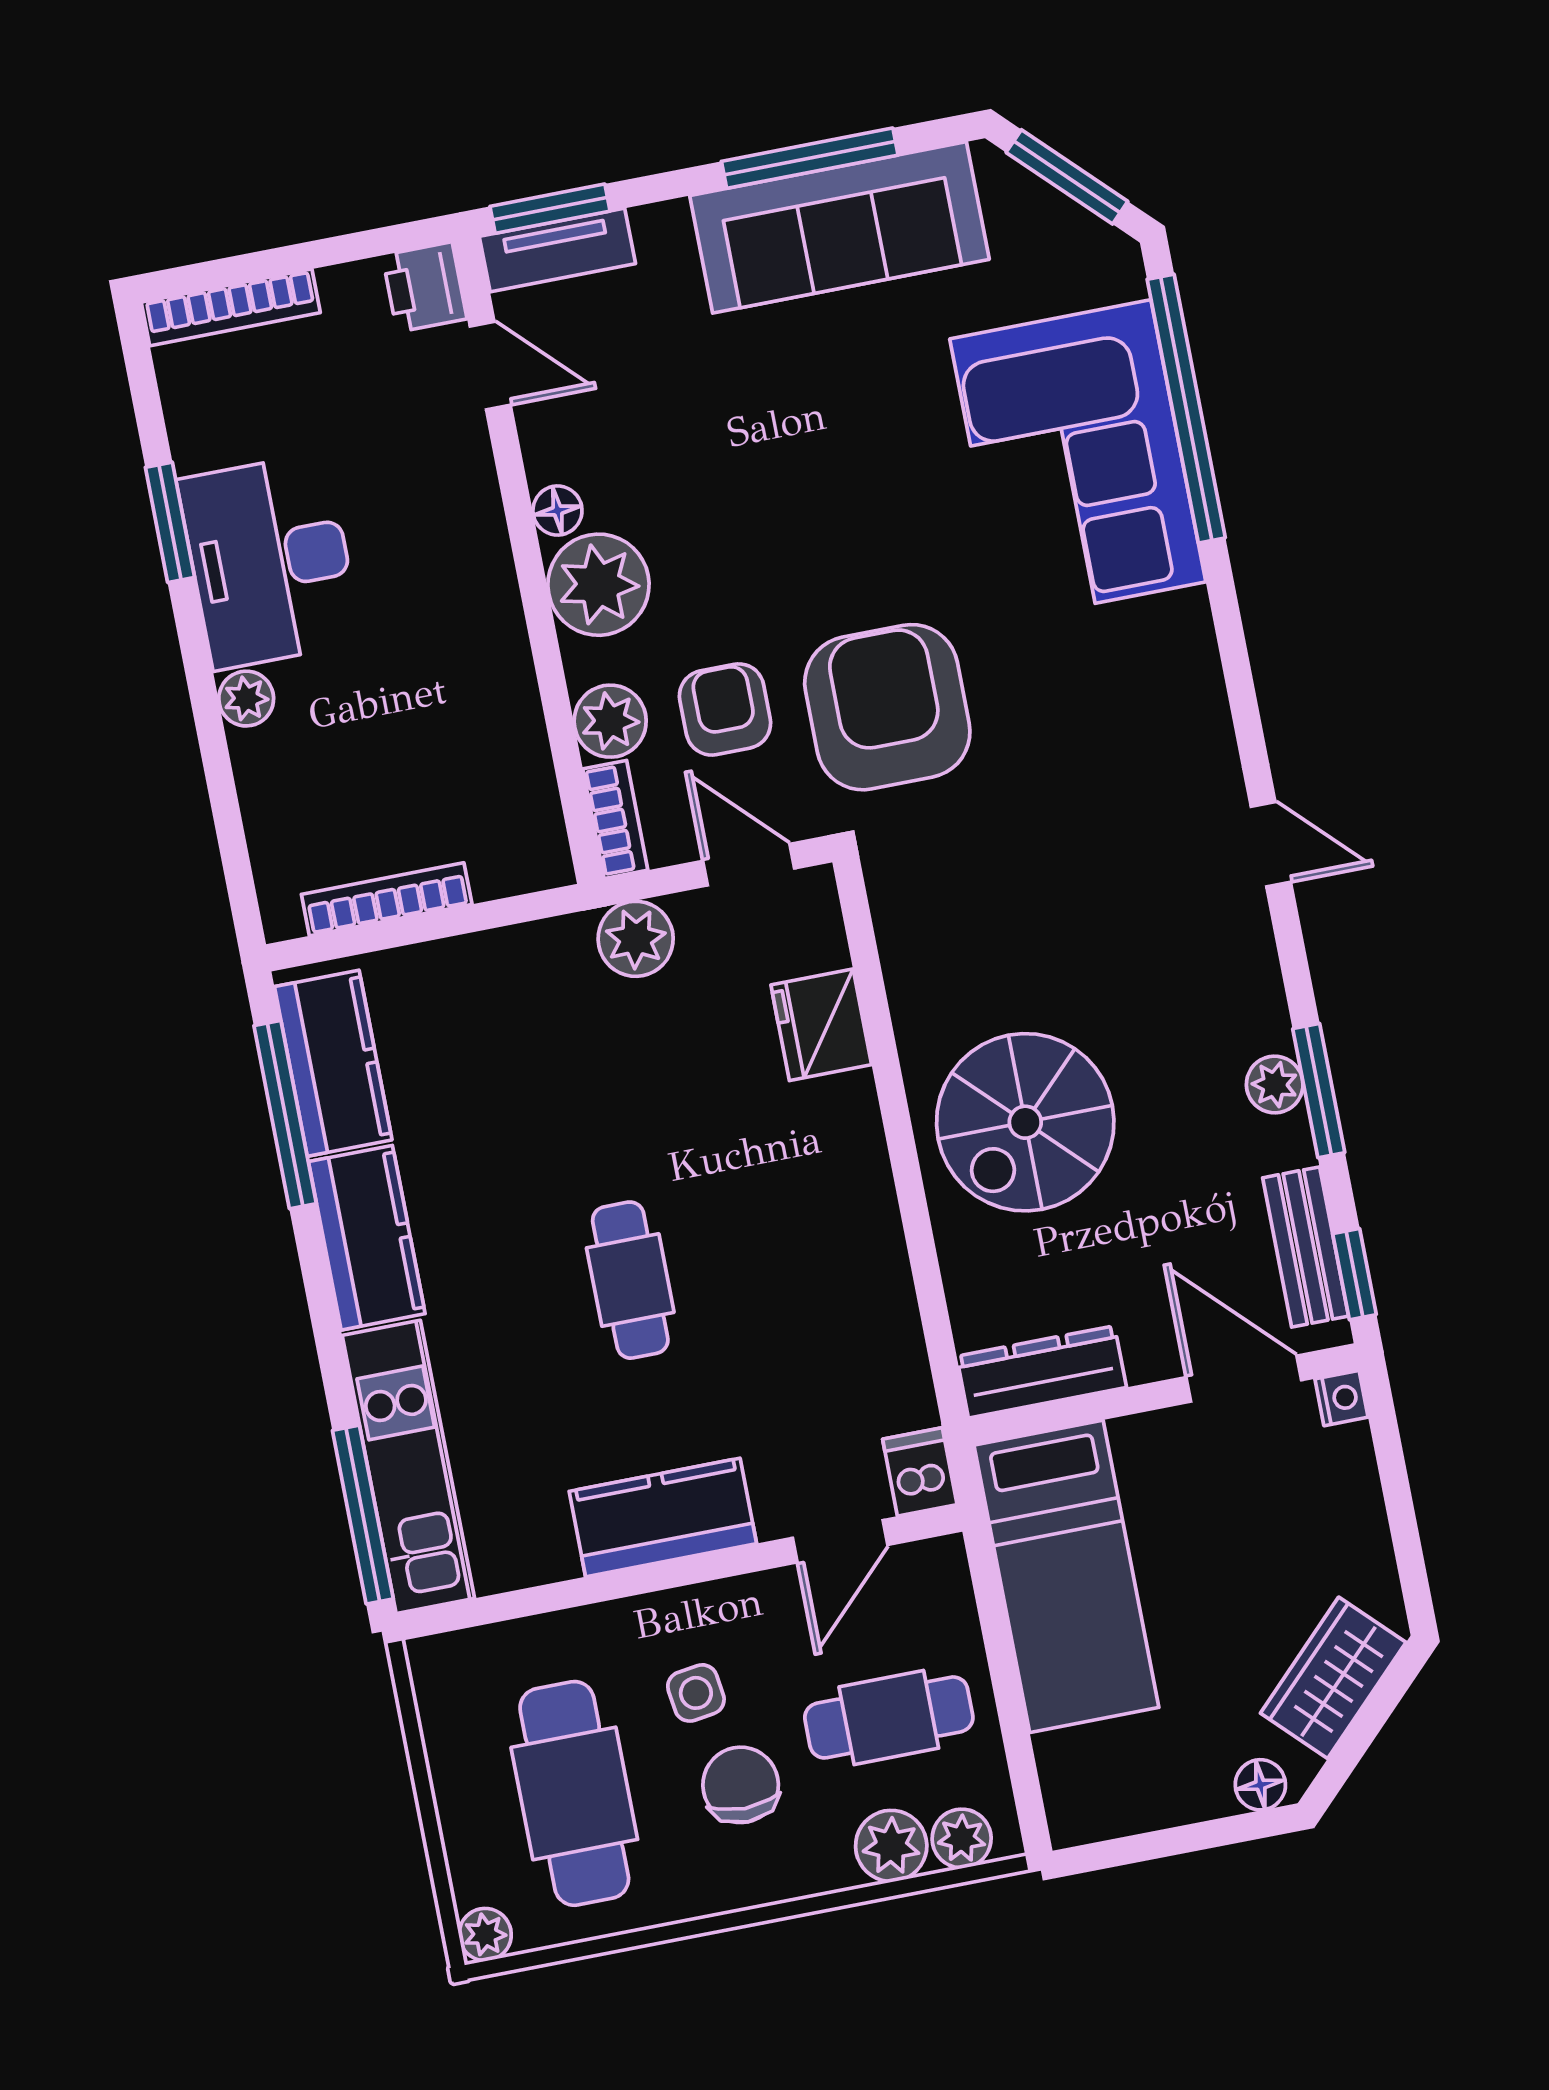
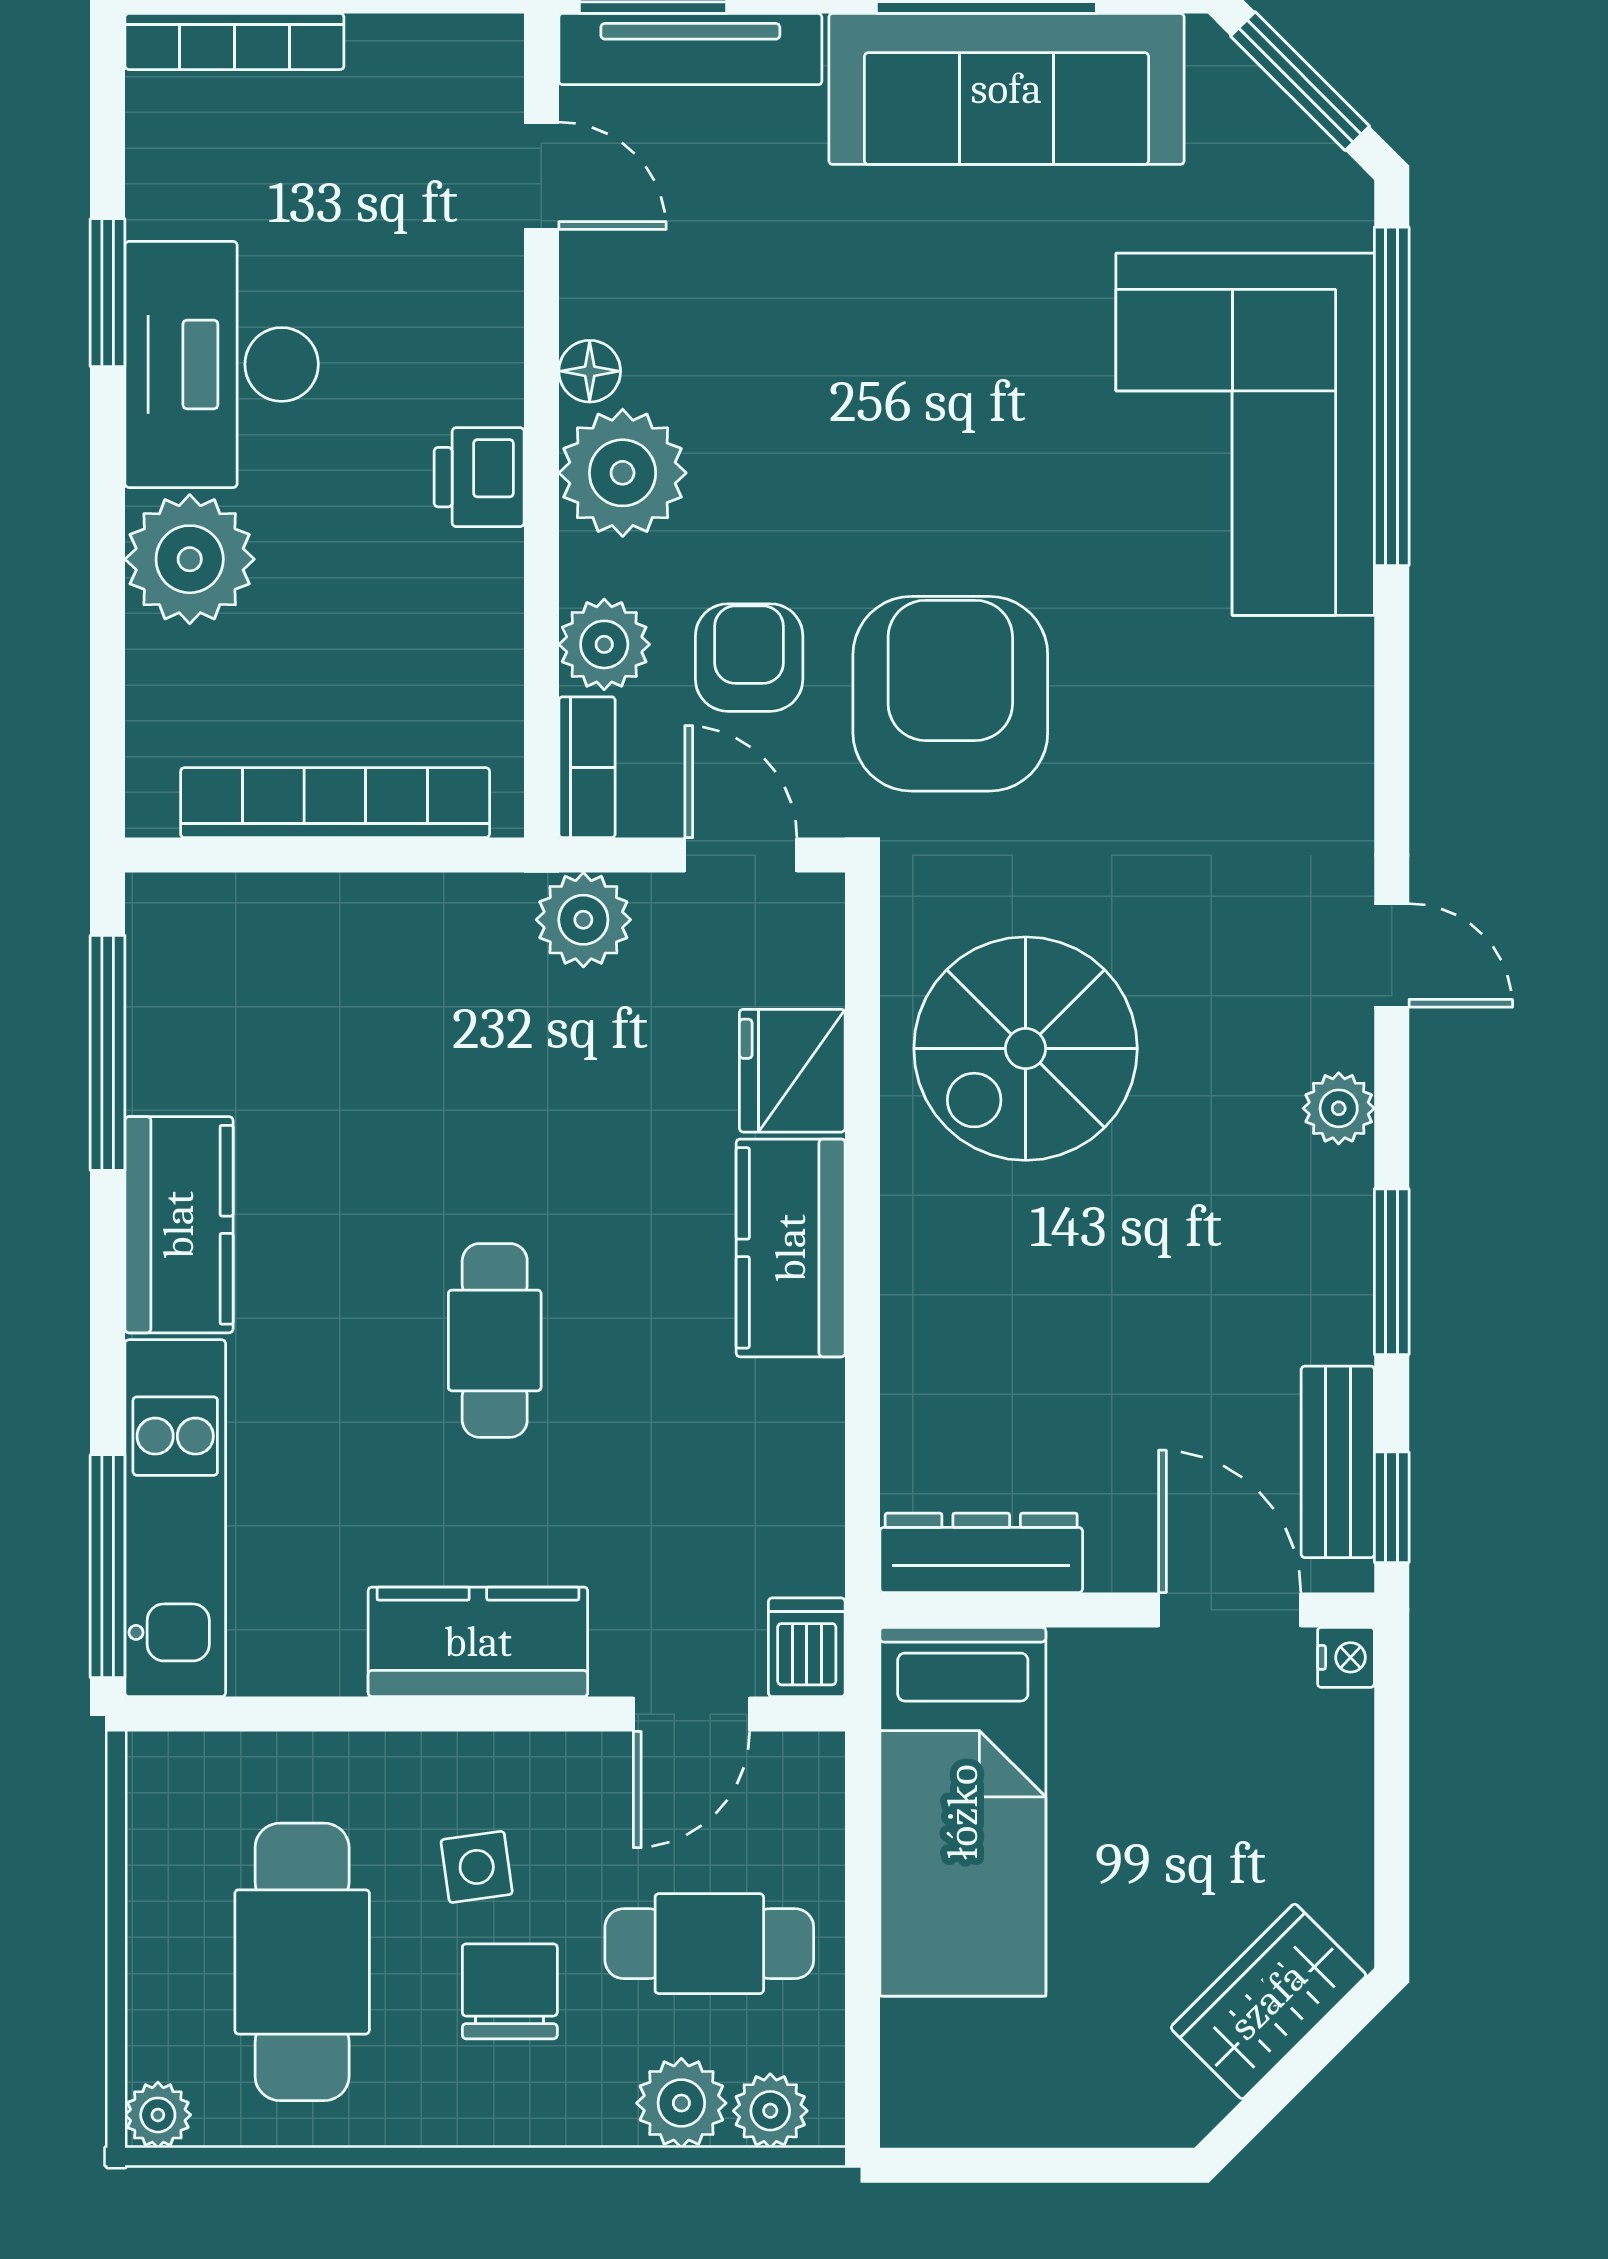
tv unit: (557, 250) -> (690, 49), width x1.41
printer: (425, 287) -> (479, 477), moved
plant: (246, 699) -> (190, 559), width x1.88, depth x1.88
bookcase: (387, 899) -> (335, 803), width x1.48, depth x1.31
kitchen counter: (333, 1063) -> (791, 1248), moved, turned 180
plant: (1275, 1085) -> (1339, 1108), moved
spiral stairs: (1025, 1122) -> (1026, 1049), moved
floor lamp: (1260, 1785) -> (1153, 2116), removed

